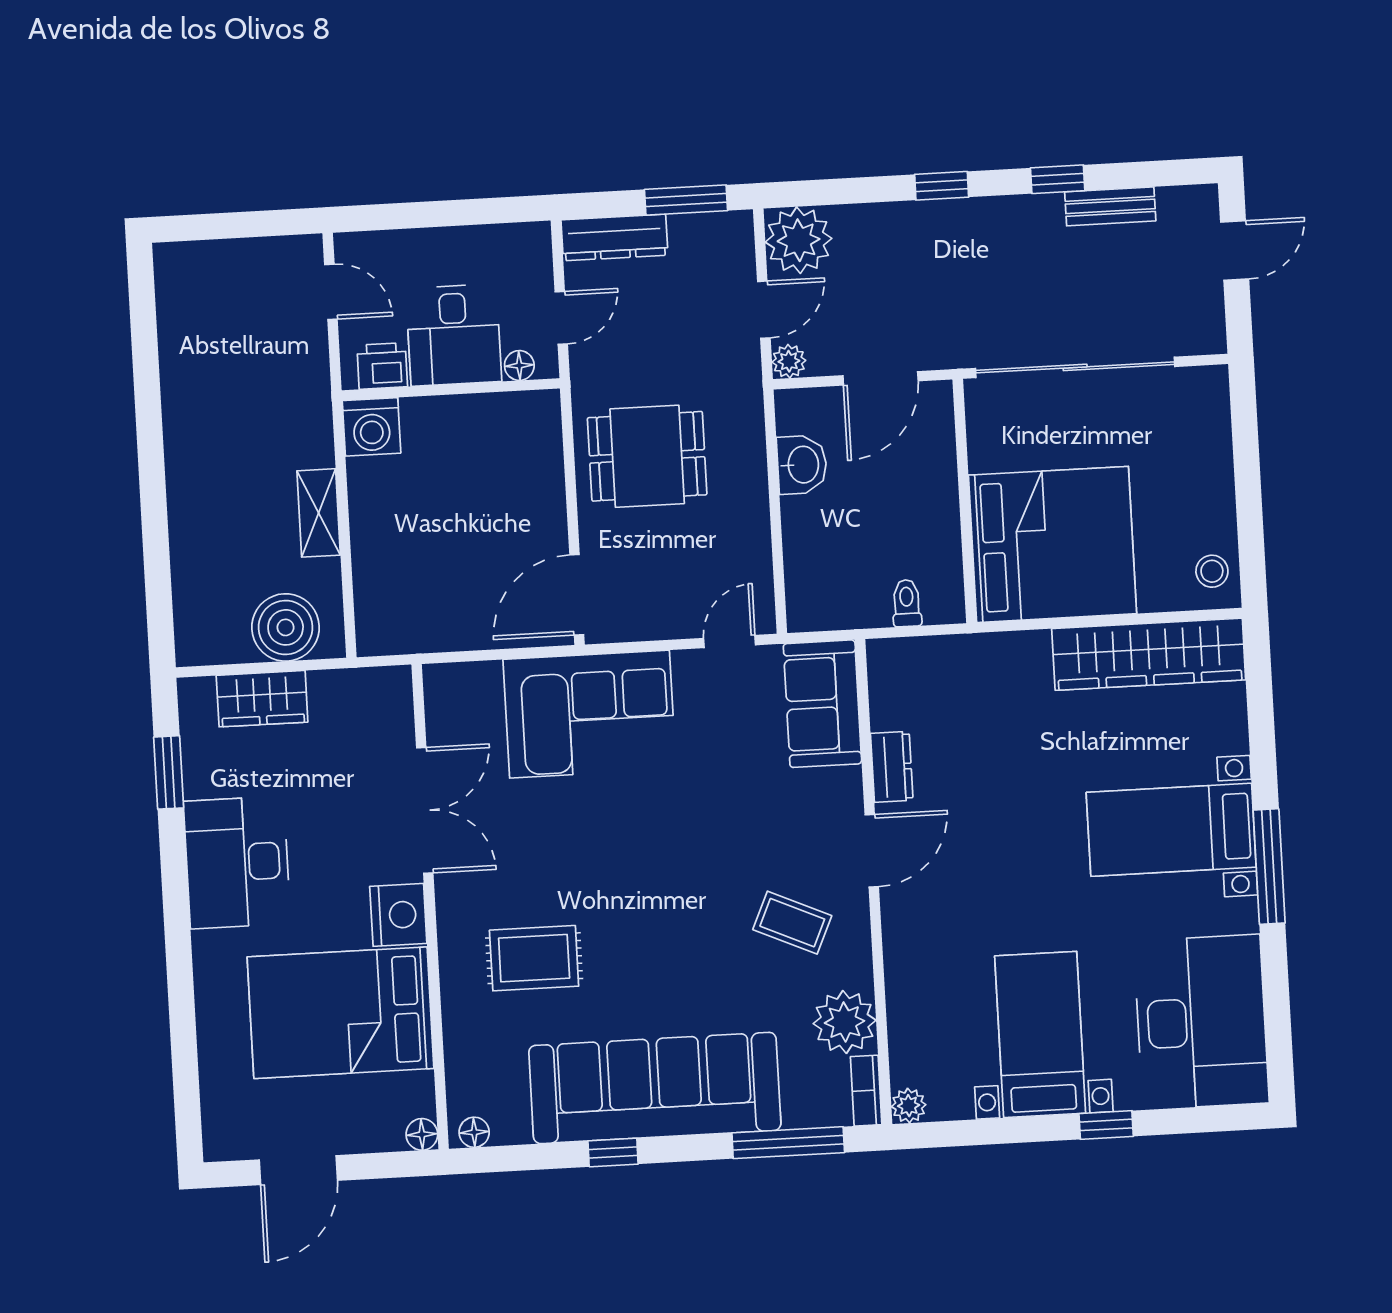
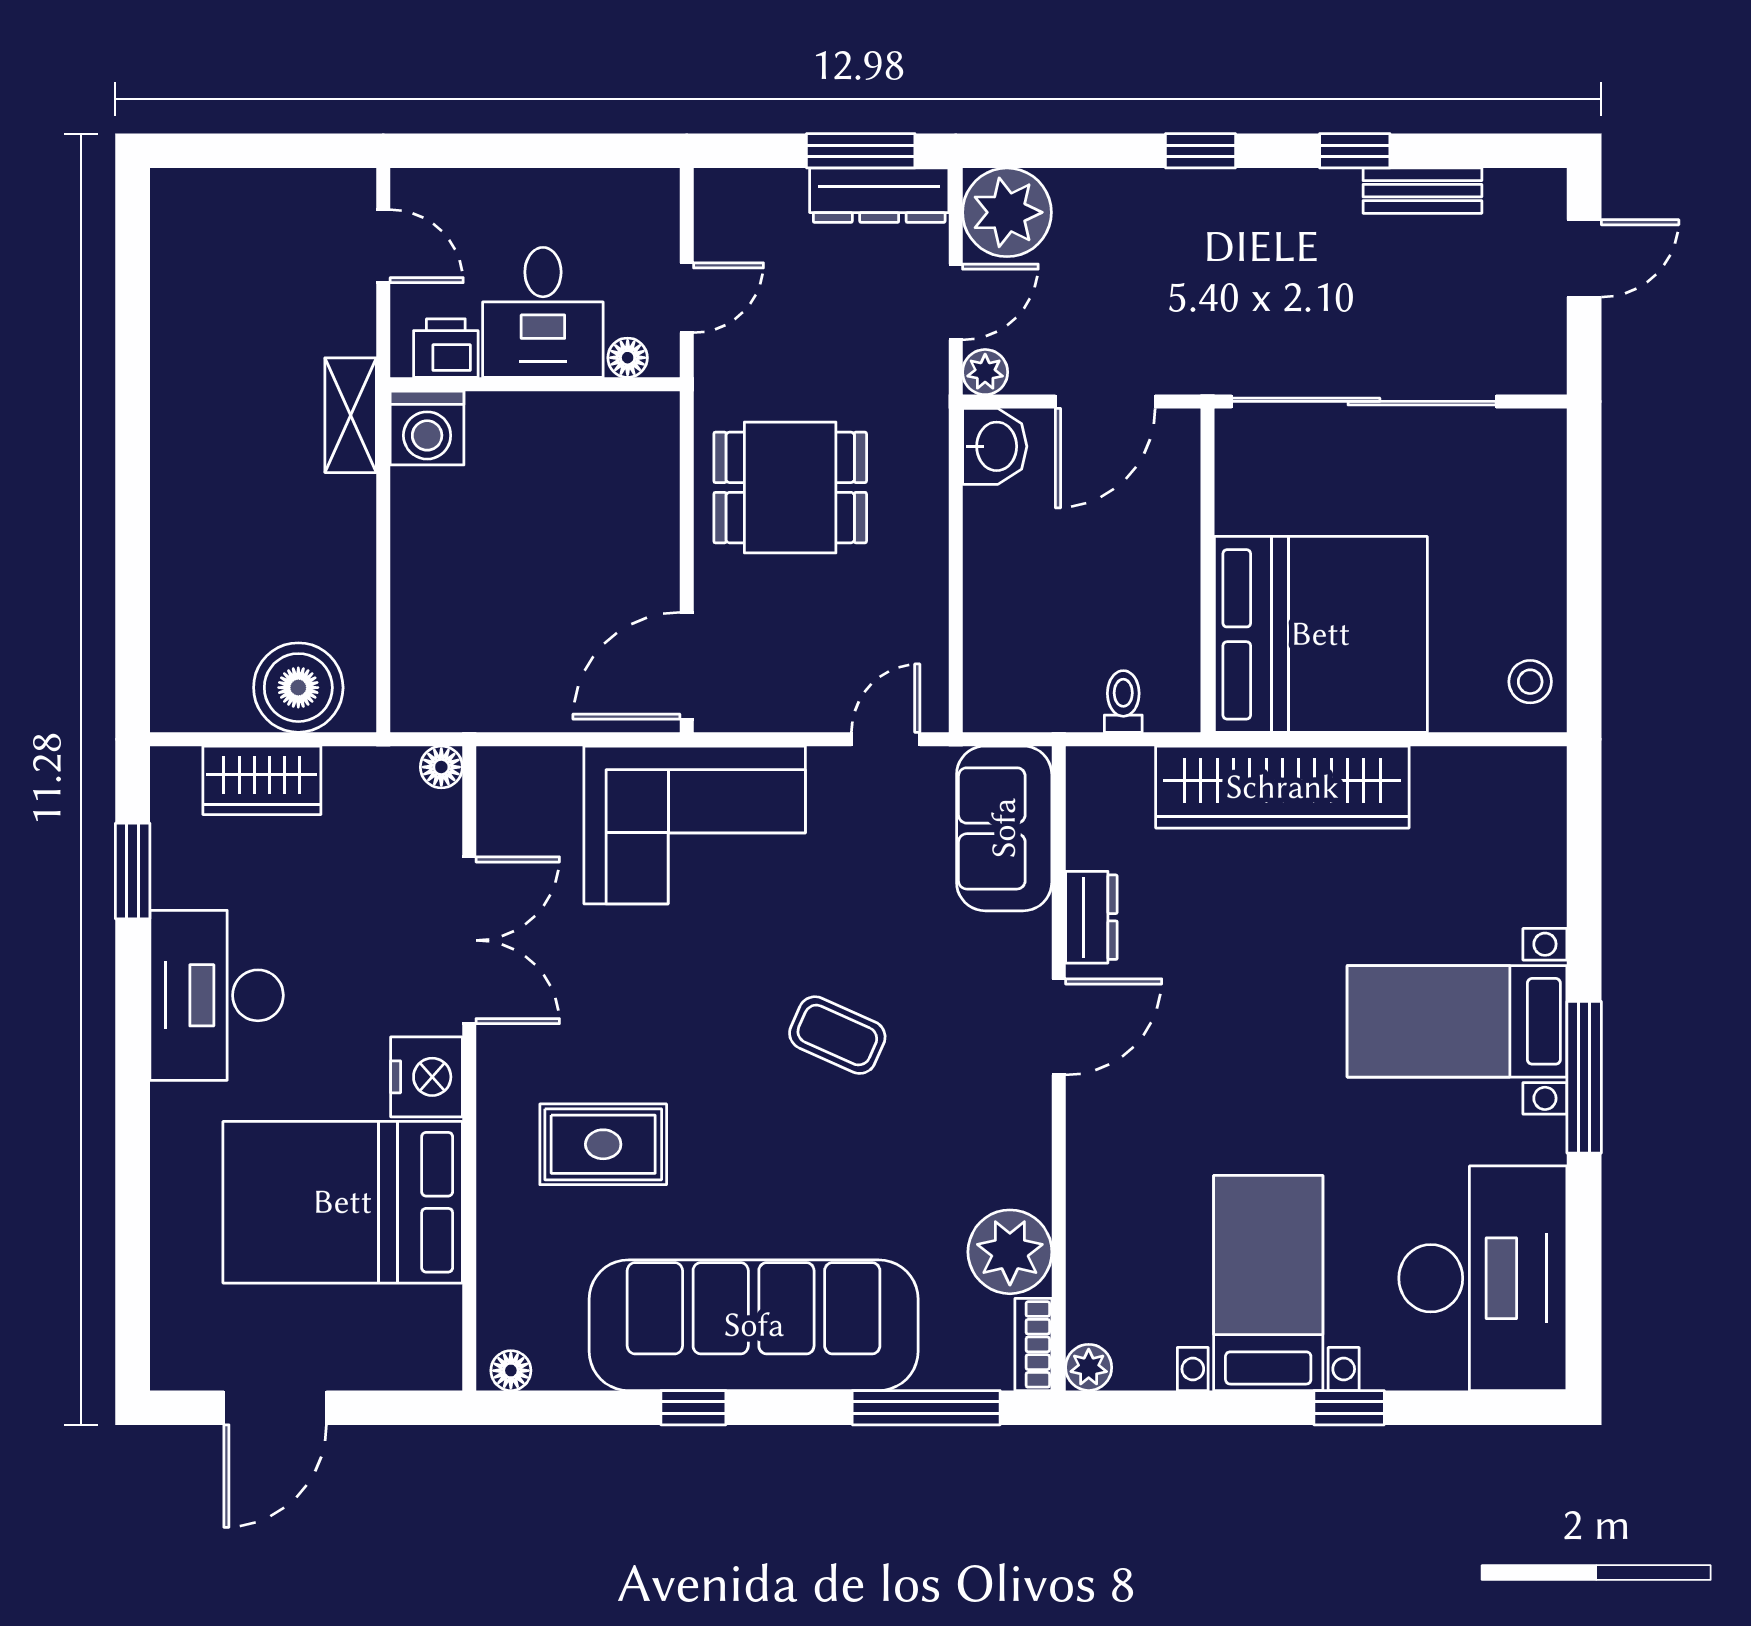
dresser: (614, 238) -> (879, 195), moved
washbasin: (802, 465) -> (995, 446), moved
shelving: (319, 513) -> (351, 415), moved
wardrobe: (1149, 654) -> (1282, 787), moved
coffee table: (792, 923) -> (837, 1035), moved
floor lamp: (422, 1134) -> (441, 767), moved

